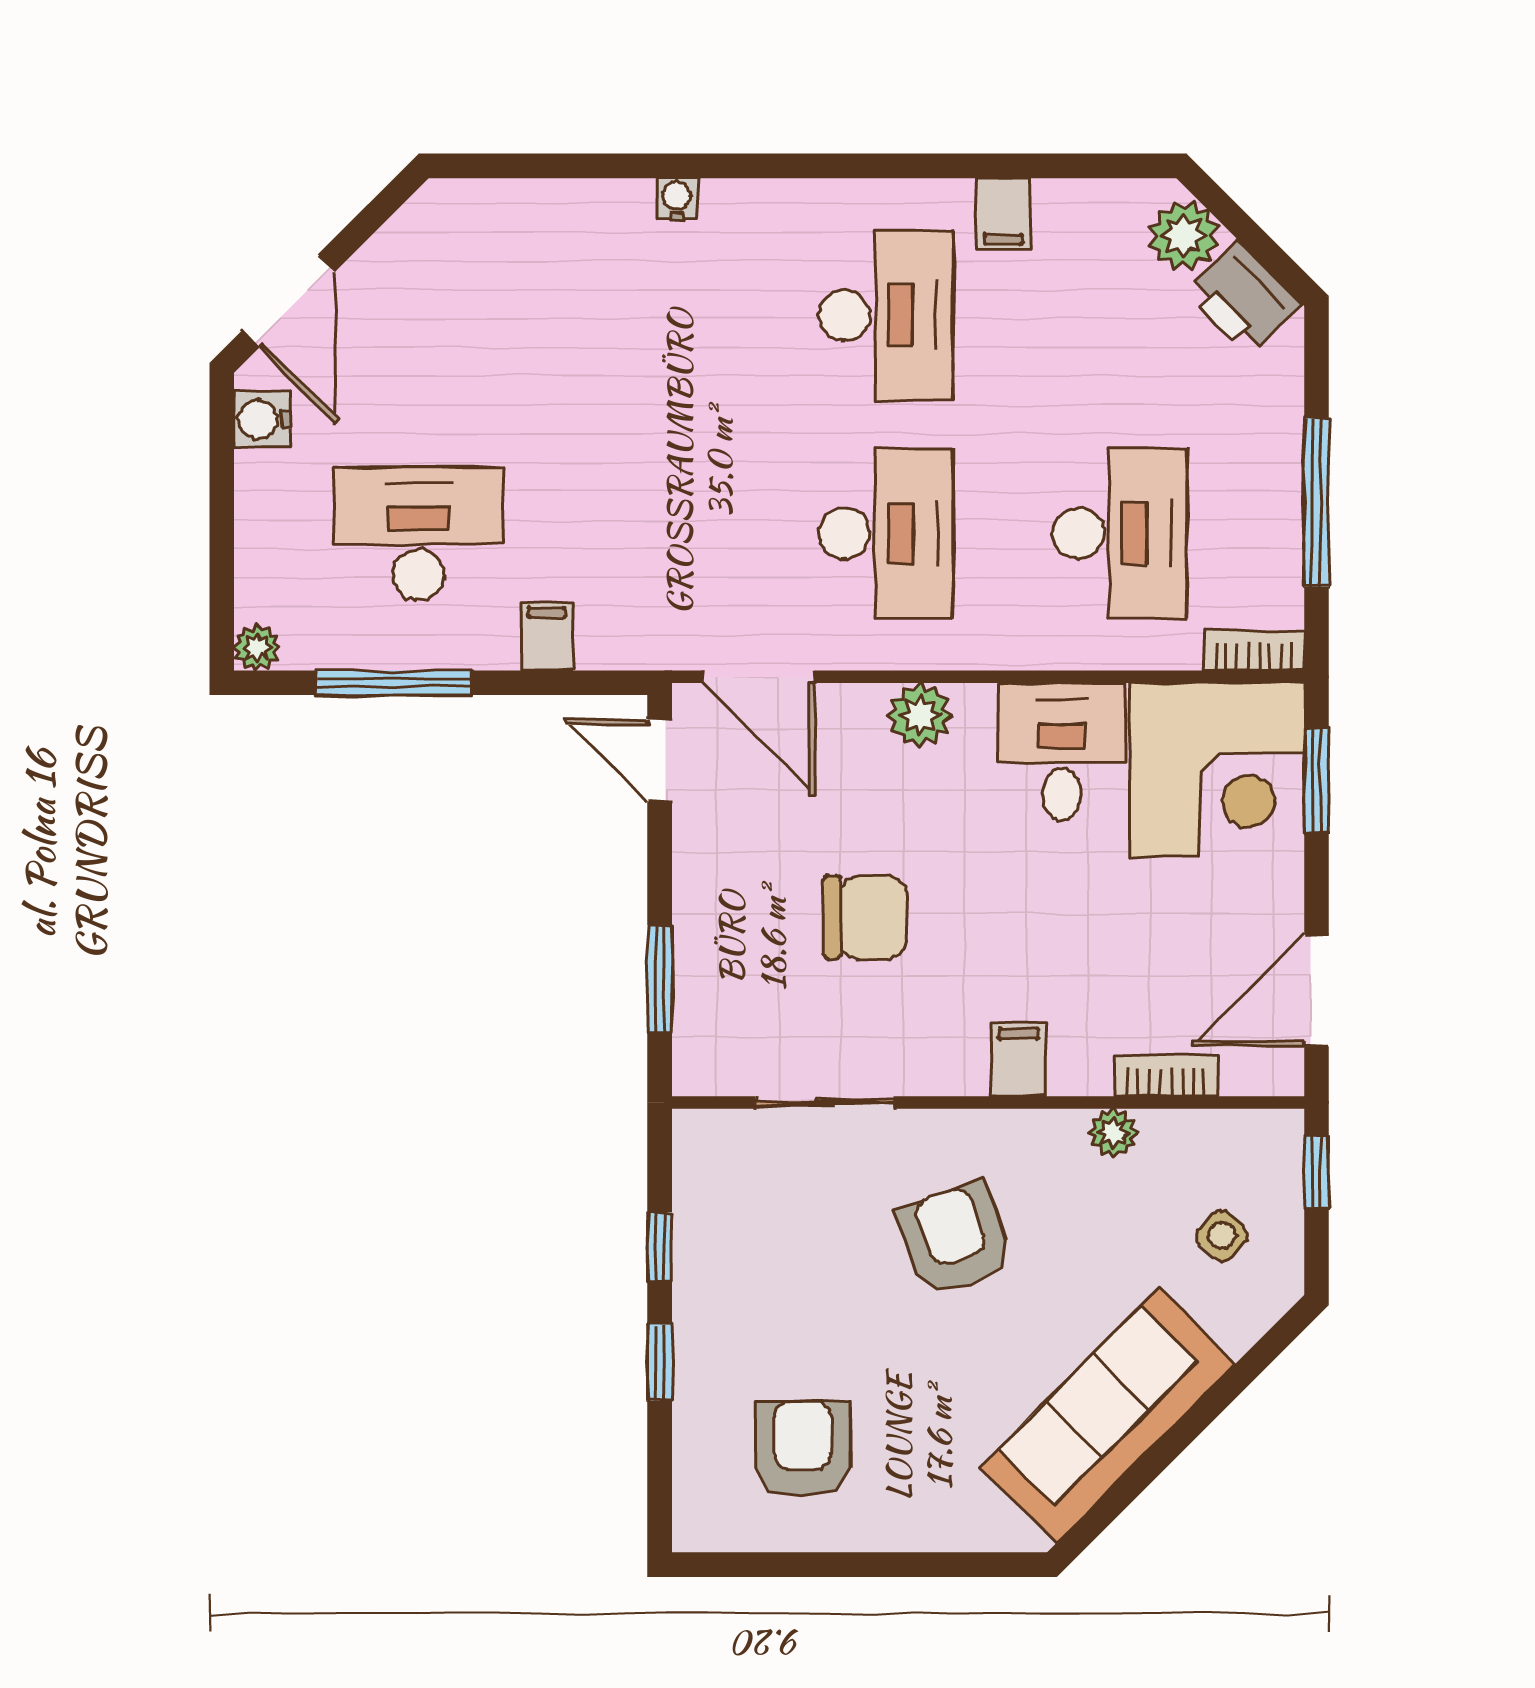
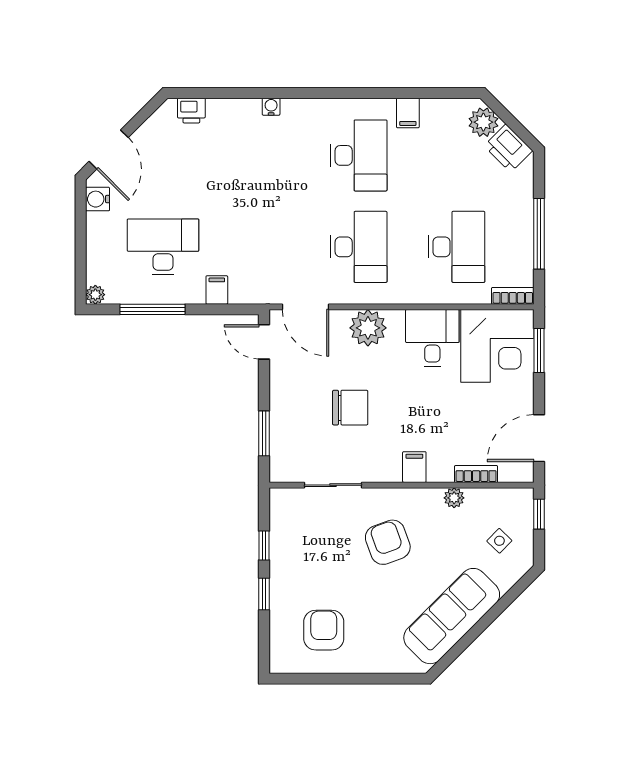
printer: (486, 208) -> (191, 111), added
plant: (920, 715) -> (368, 328), width x1.36, depth x1.36

